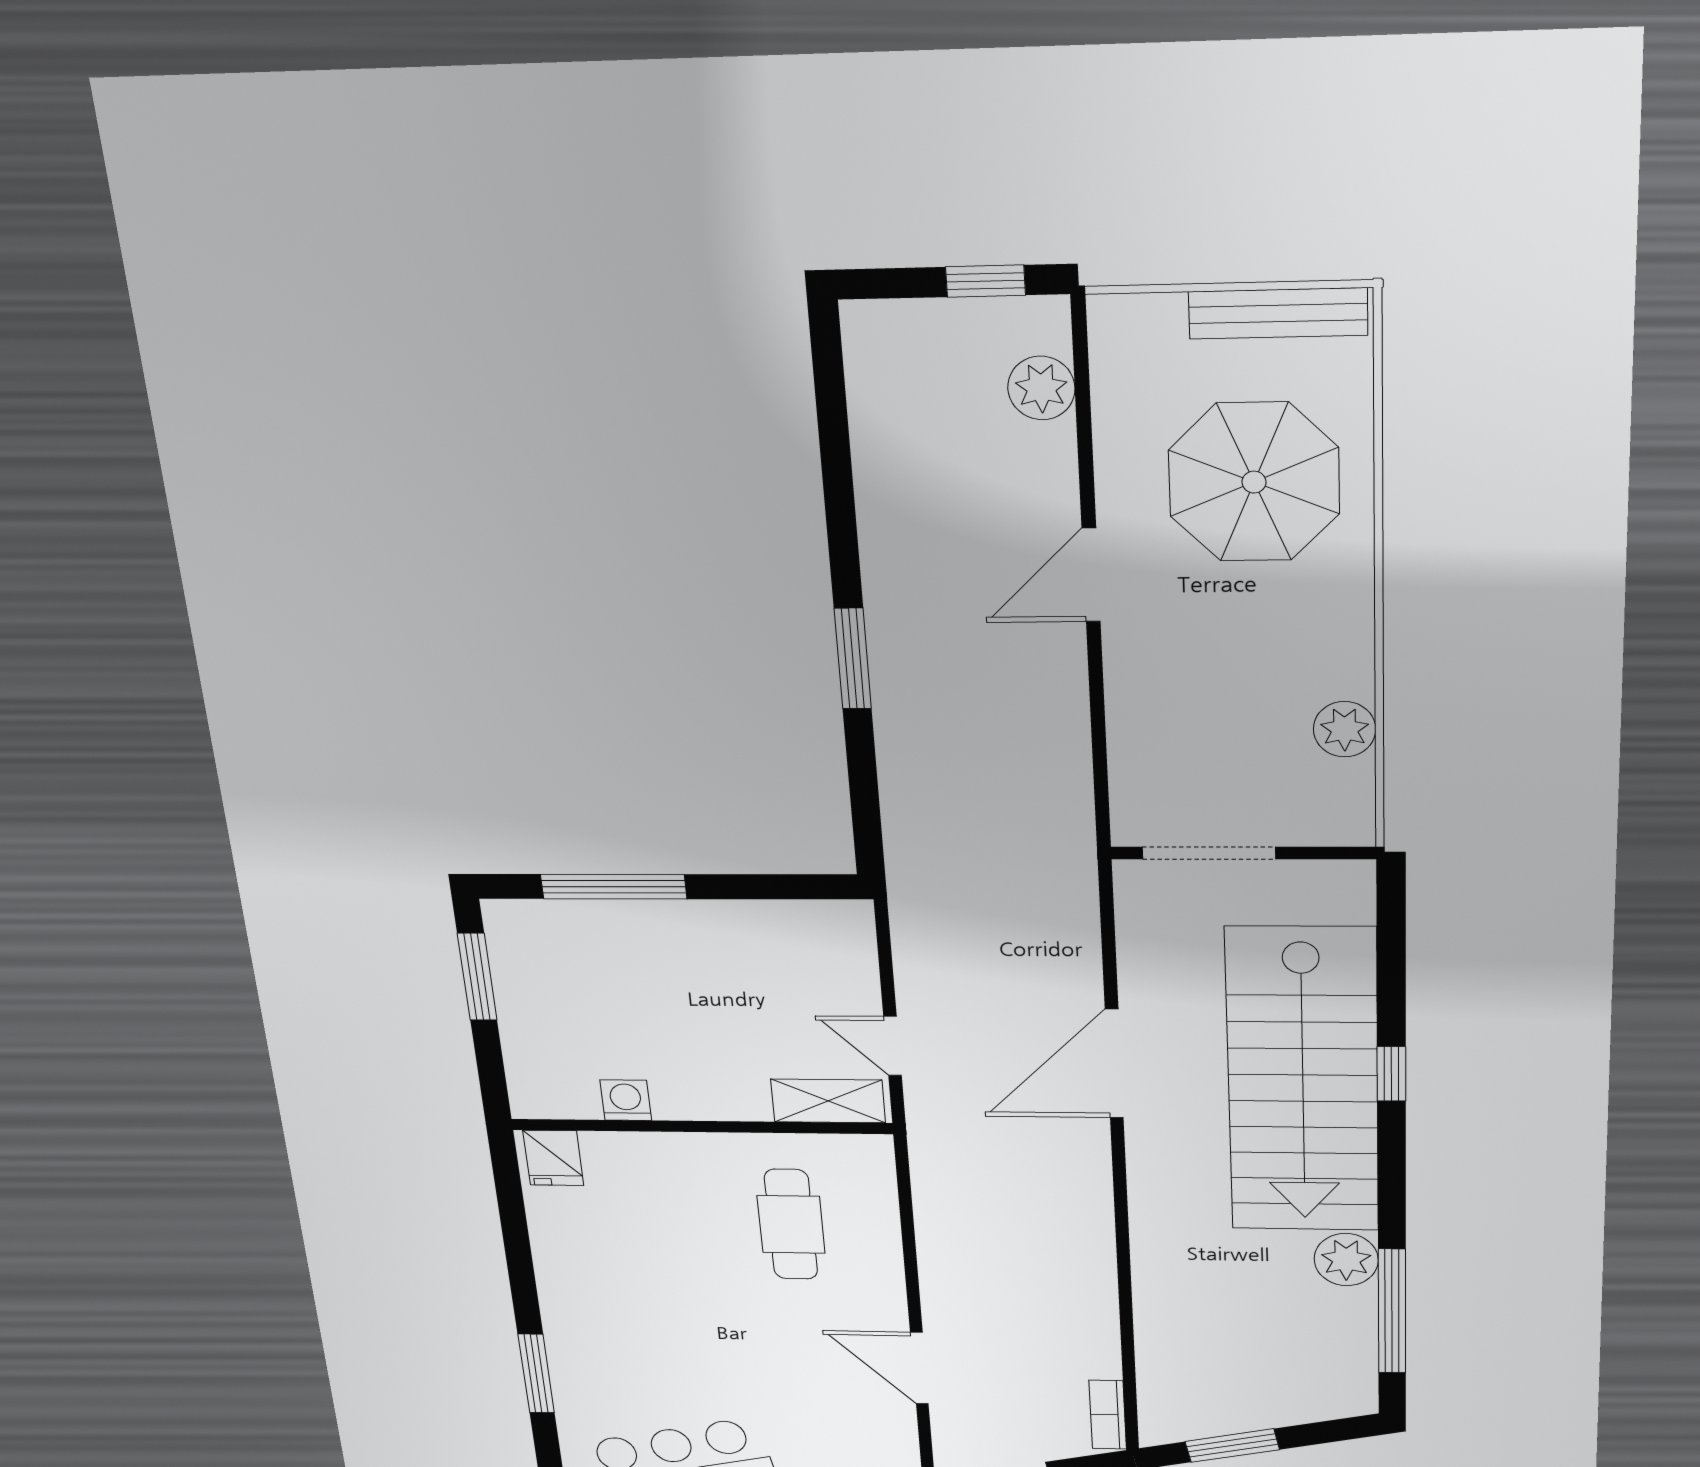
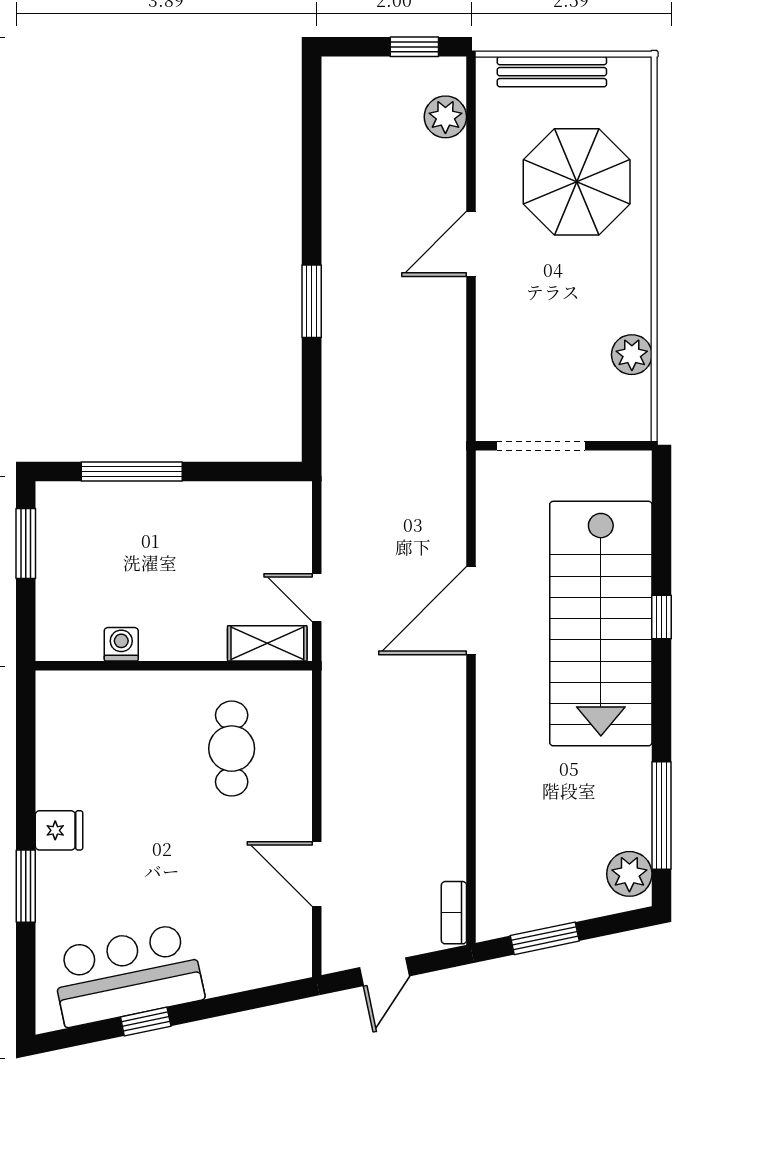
bench: (1278, 313) -> (552, 72), moved
fridge: (553, 1158) -> (59, 830), moved, turned -90
plant: (1346, 1260) -> (629, 874), moved

